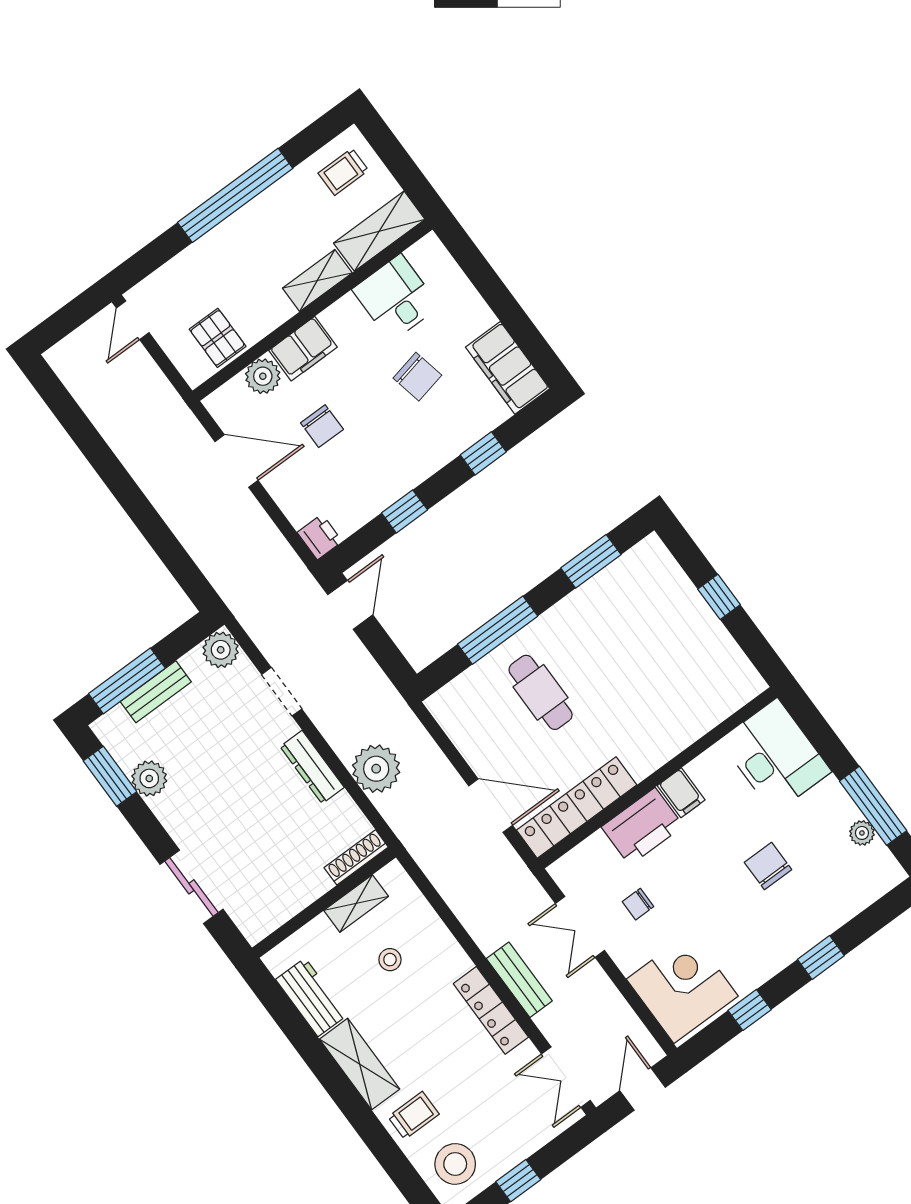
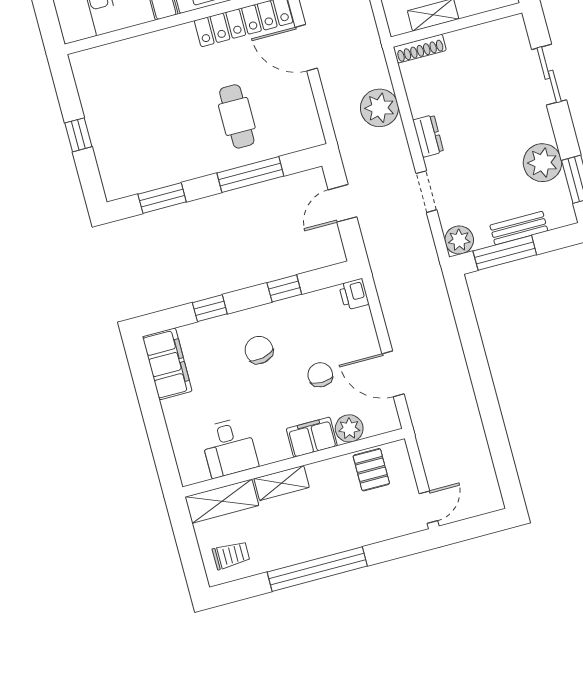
chair: (417, 377) -> (259, 350), moved
door: (350, 605) -> (342, 203), moved
window: (127, 681) -> (505, 253), moved
dresser: (312, 767) -> (428, 136), width x0.70
plant: (149, 778) -> (542, 163), width x1.36, depth x1.36

